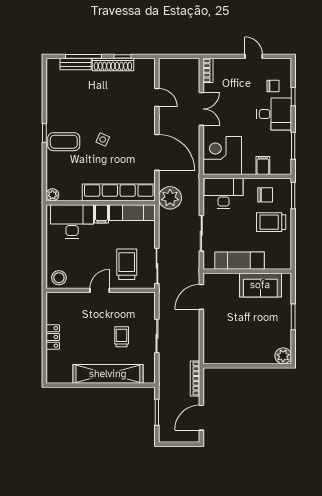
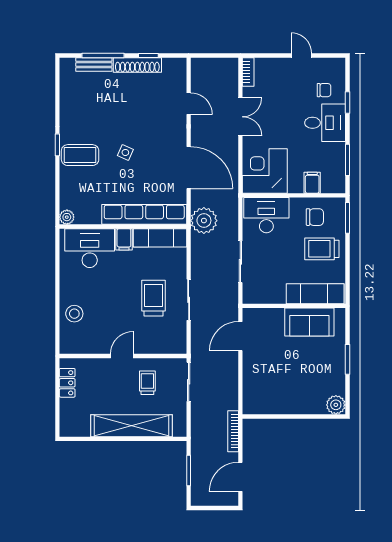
exam couch: (239, 261) -> (315, 294), moved
door: (100, 290) -> (122, 356), moved
wall: (101, 290) -> (123, 356), moved

